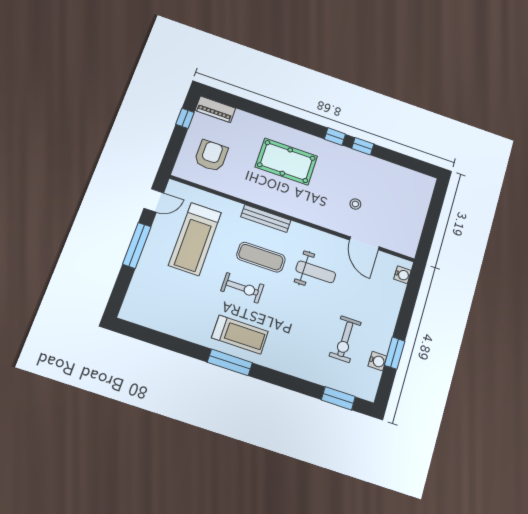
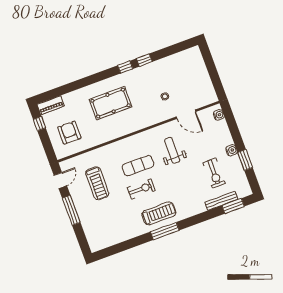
bench: (266, 219) -> (221, 201), moved
treadmill: (195, 239) -> (97, 183), width x0.73, depth x0.73
weight bench: (316, 272) -> (172, 150), turned -90
water cooler: (377, 361) -> (232, 150), moved

